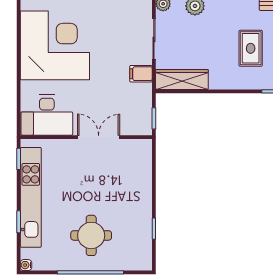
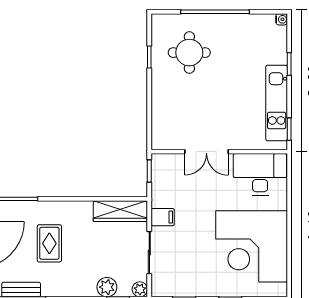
kitchen unit: (31, 197) -> (277, 103), width x0.73
round table: (91, 235) -> (189, 53), moved

